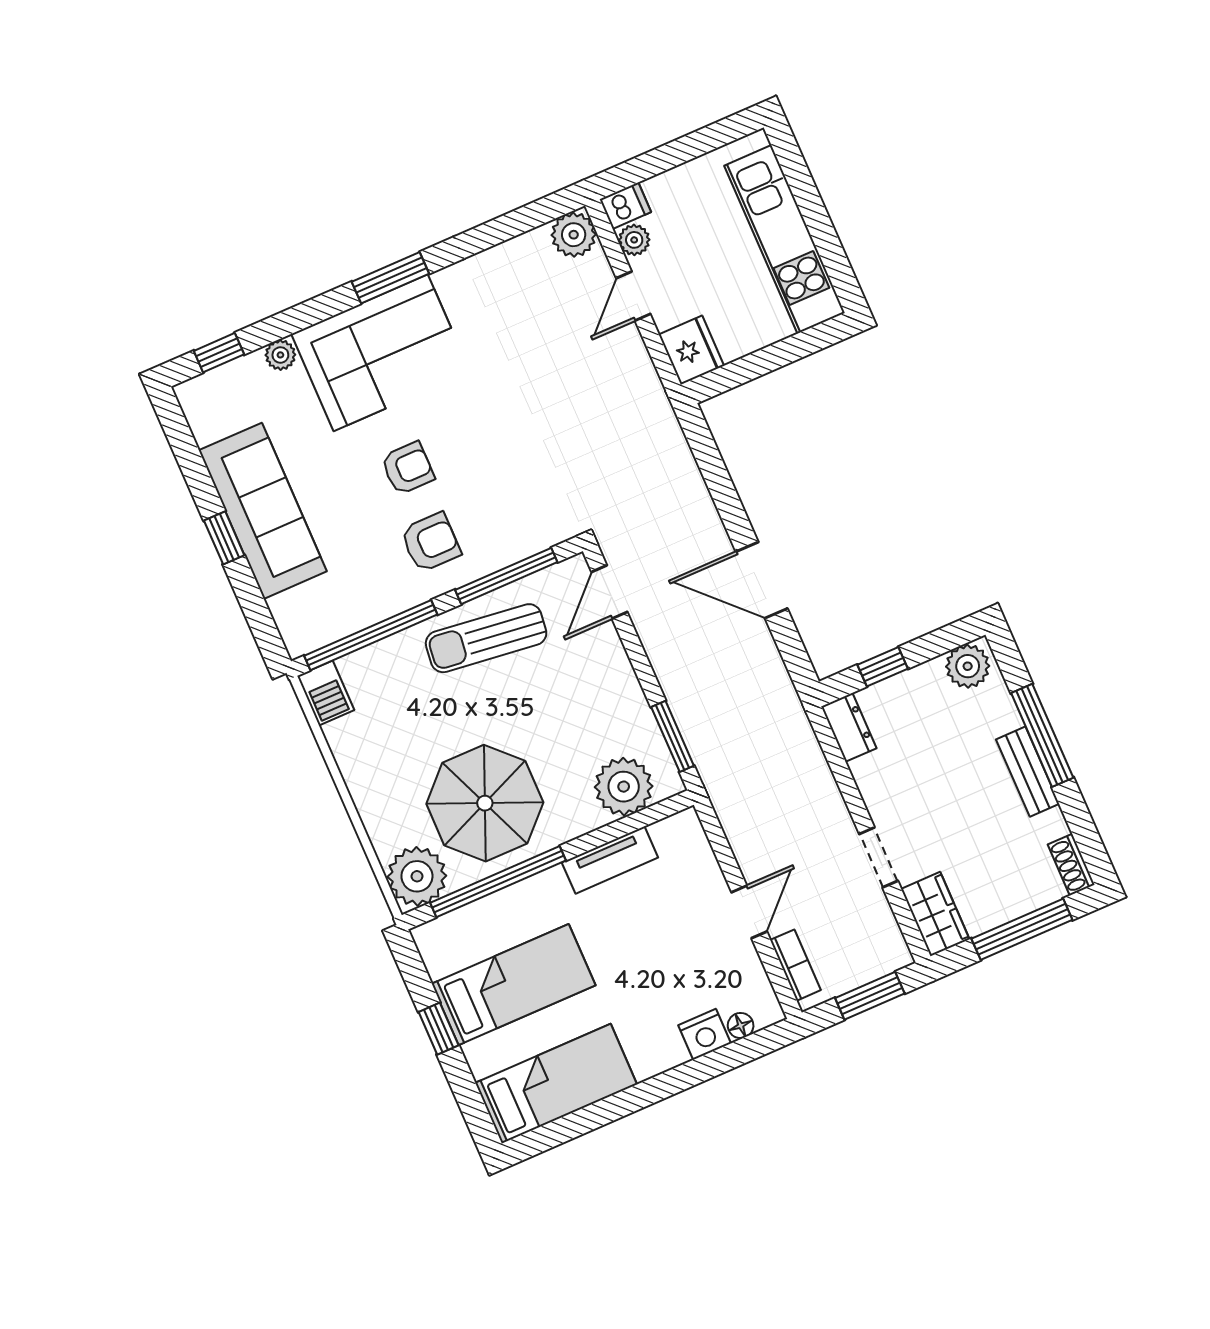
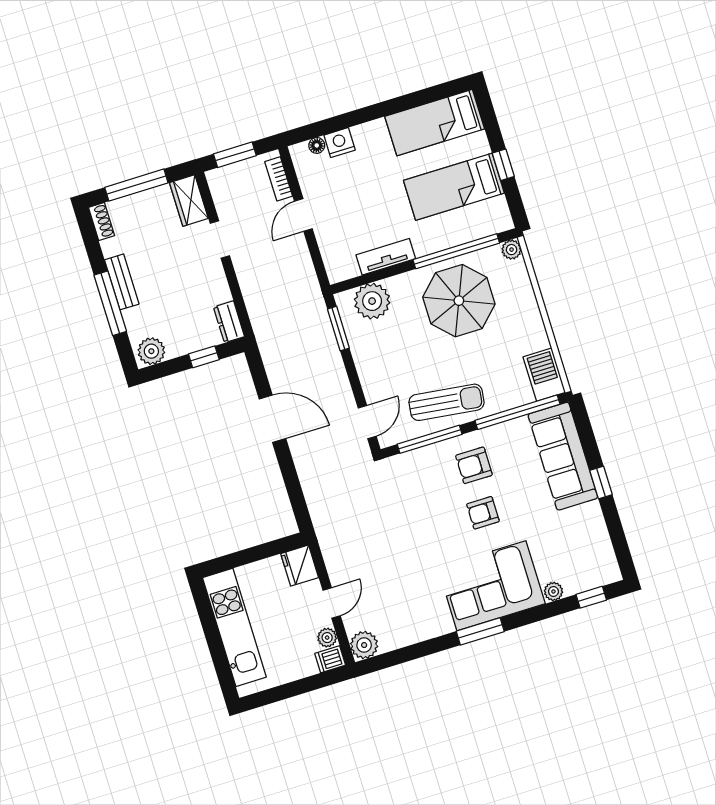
sofa: (263, 511) -> (563, 456), moved
barbecue: (326, 693) -> (544, 375), width x1.38, depth x1.27
plant: (417, 876) -> (512, 250), width x0.53, depth x0.53

